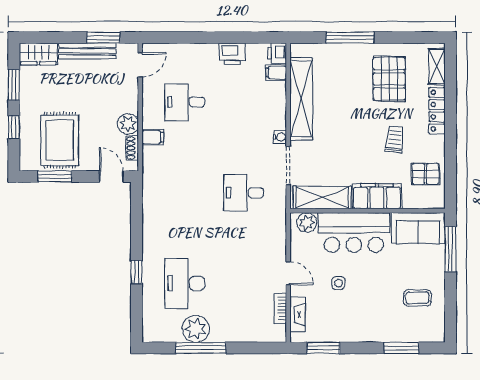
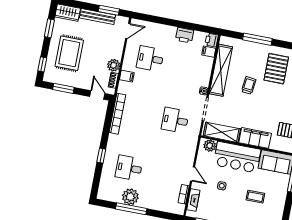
window: (14, 127) -> (42, 64), moved
trolley: (395, 139) -> (249, 85), moved
rug: (60, 140) -> (69, 53), moved
bookcase: (149, 200) -> (117, 114), added
desk: (185, 283) -> (129, 168), width x0.73
coffee table: (417, 298) -> (255, 197), moved

